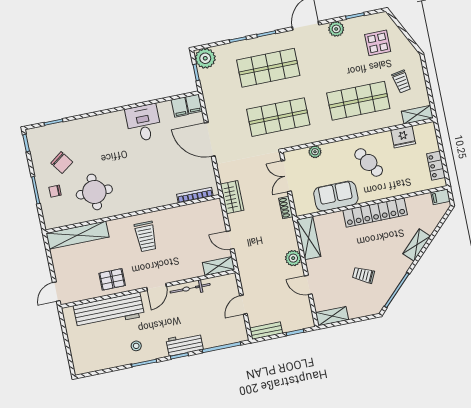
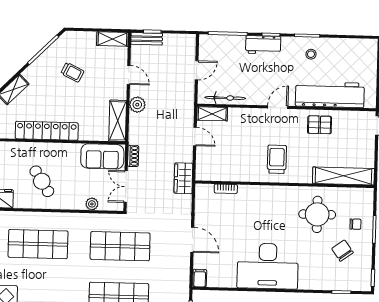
filing cabinet: (180, 107) -> (214, 278), removed
desk: (143, 123) -> (268, 266), width x1.87, depth x1.30
door: (210, 139) -> (192, 240), width x0.73
double door: (286, 176) -> (126, 187), swing flipped
bookcase: (195, 195) -> (226, 189), width x0.64
sofa: (336, 196) -> (102, 156), moved
bicycle: (190, 288) -> (225, 98), moved
bench: (266, 331) -> (147, 39), moved

